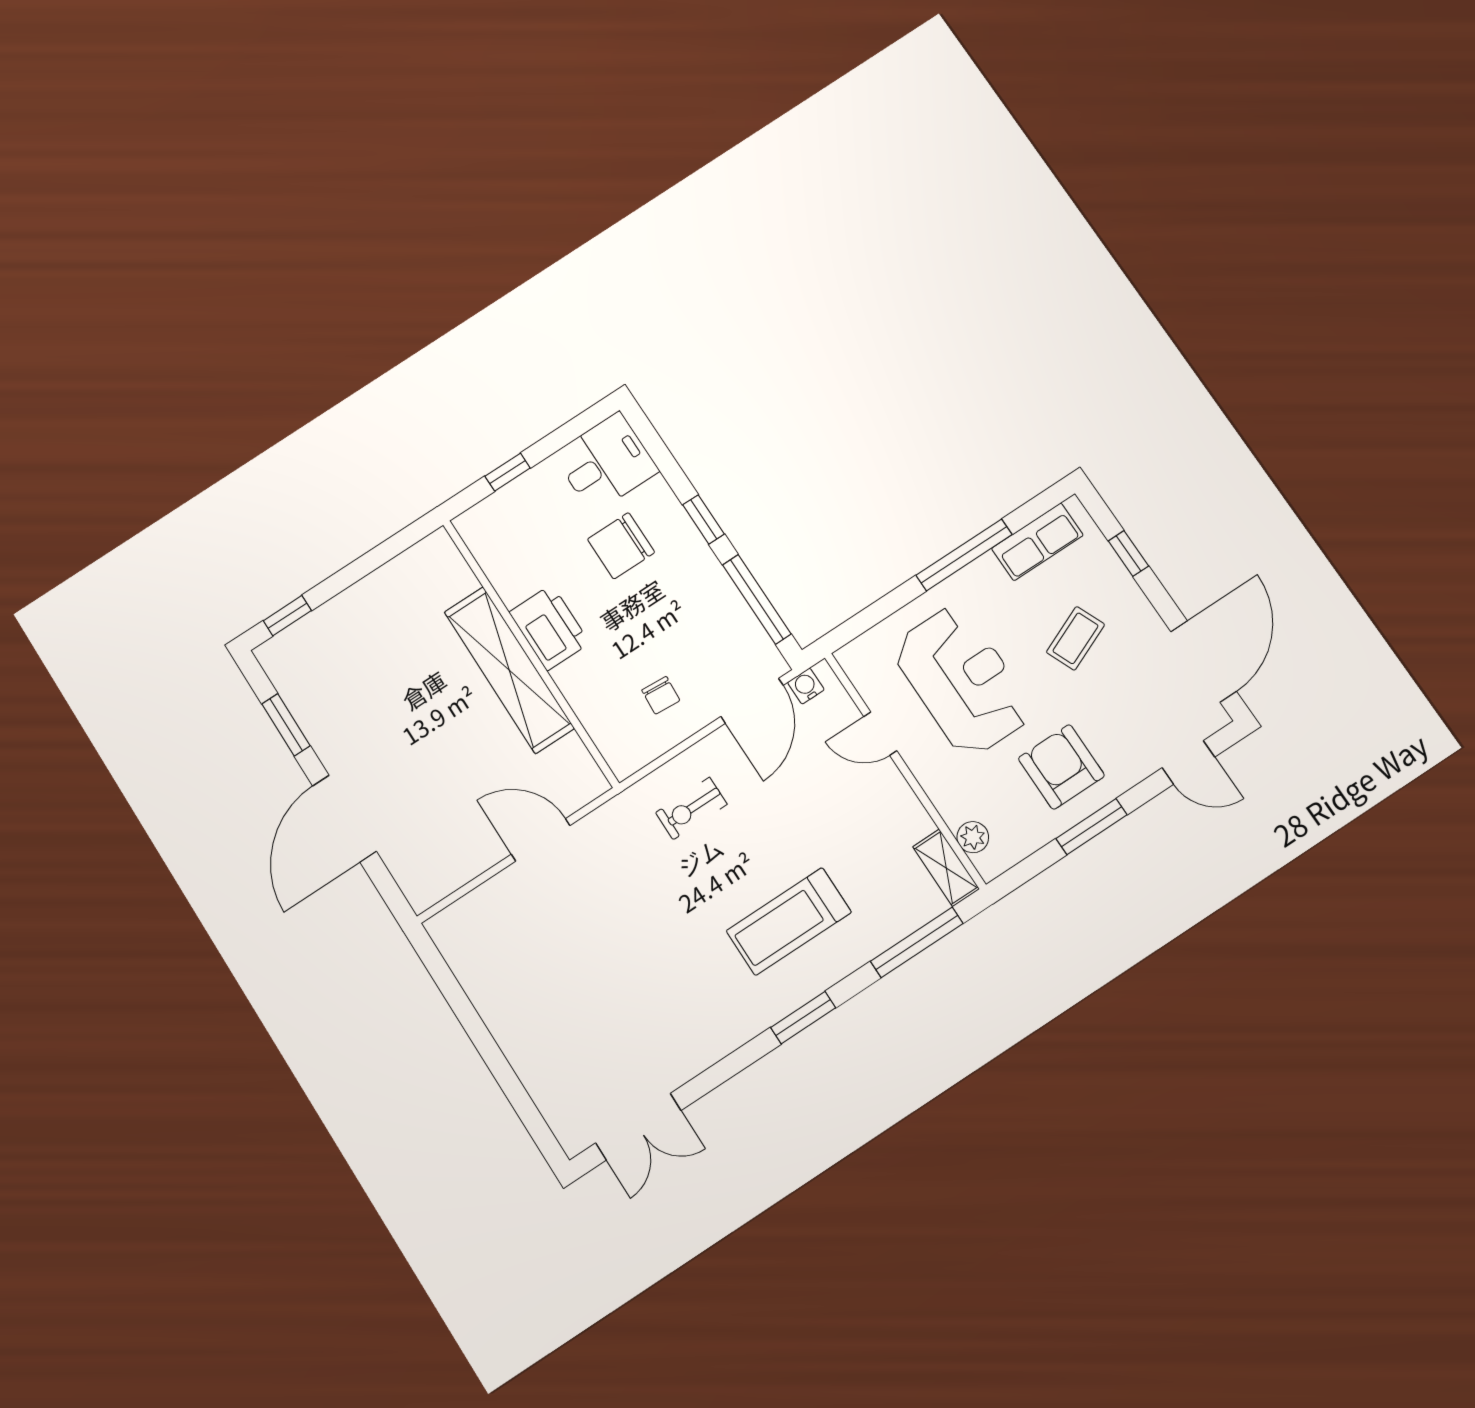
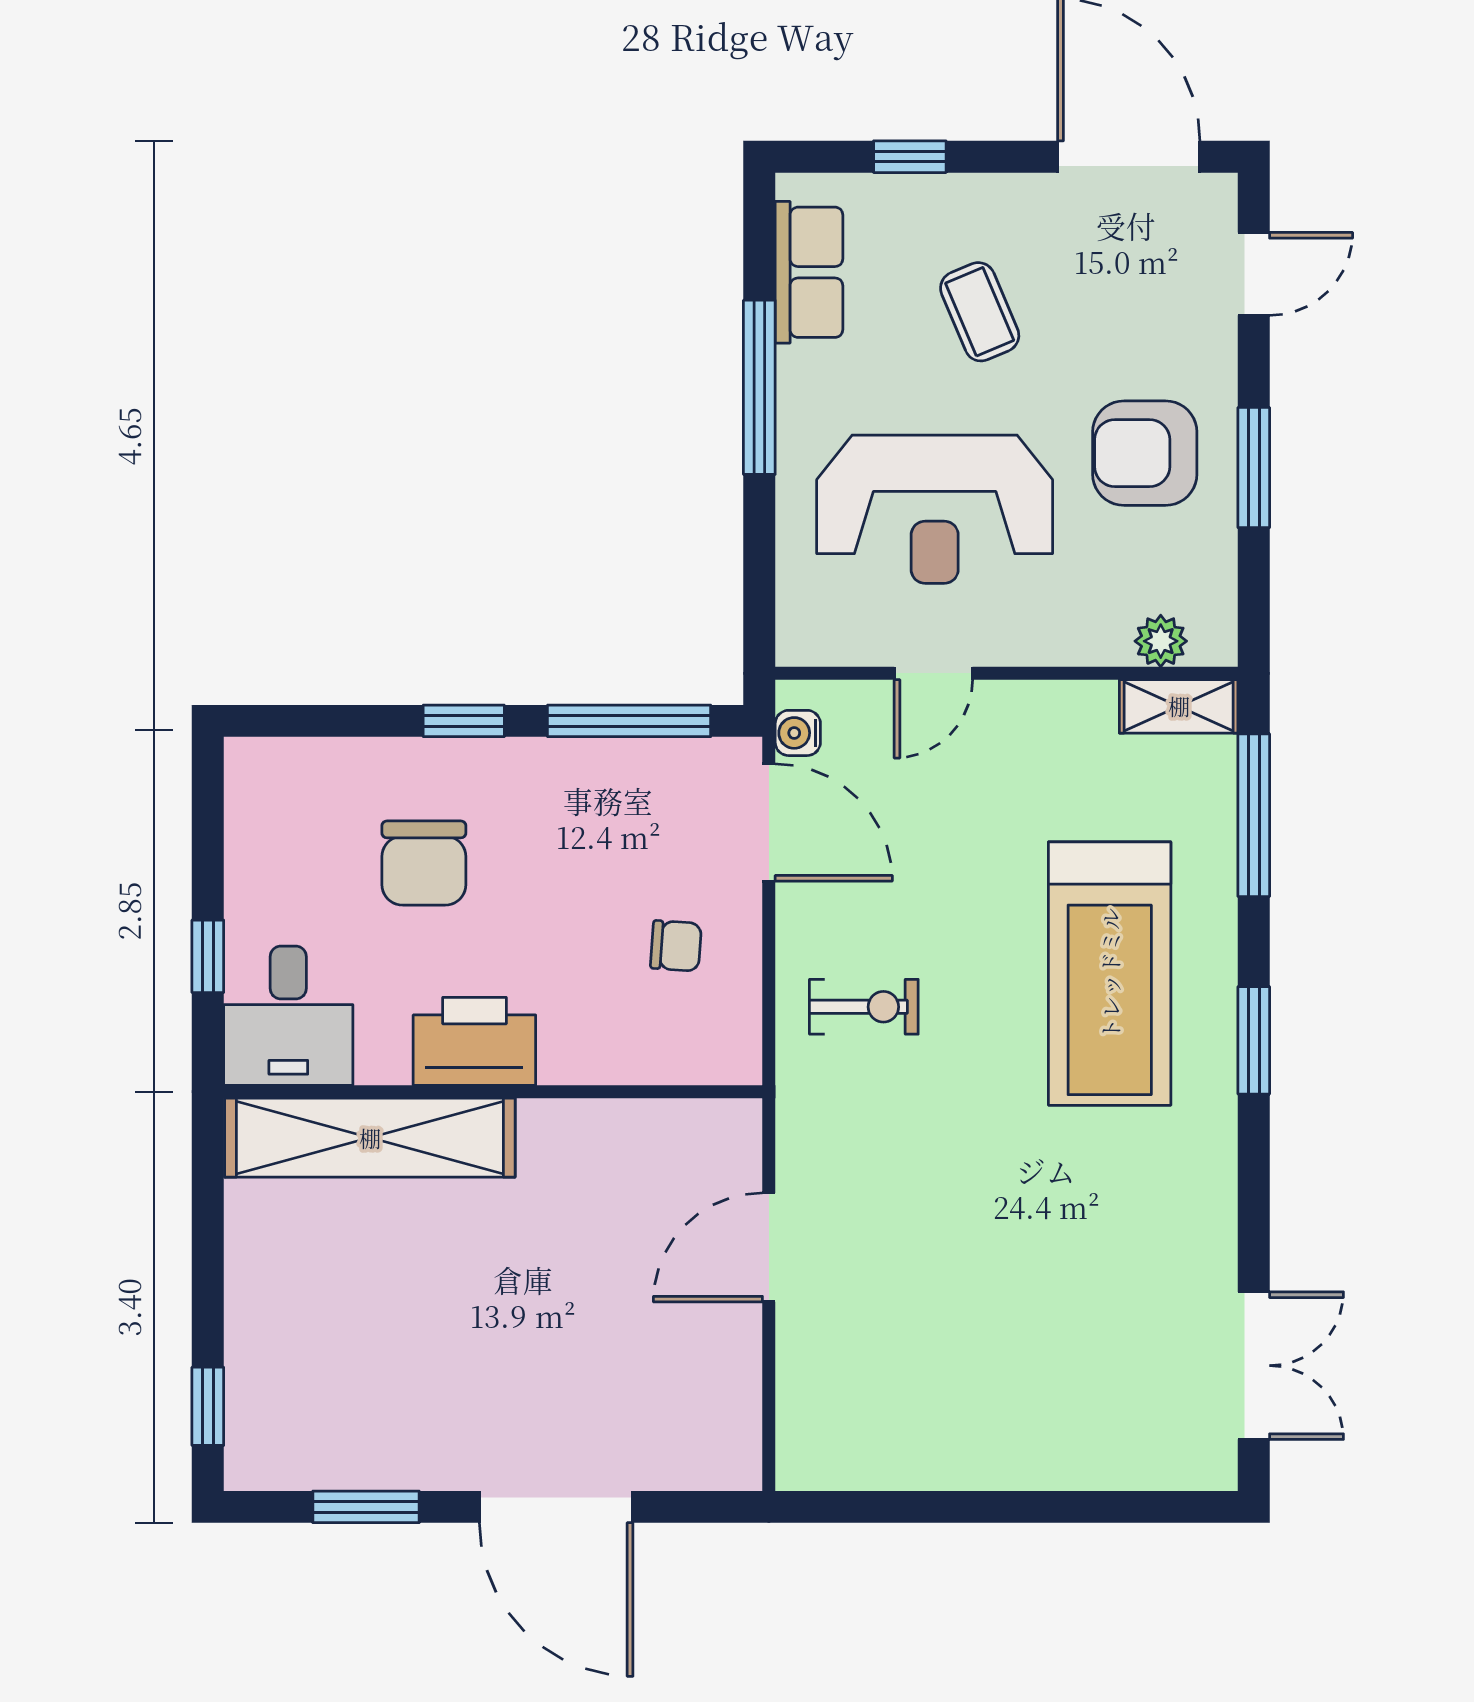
desk: (606, 463) -> (288, 1016), moved, turned 180
shelving: (509, 670) -> (370, 1138), moved
reception desk: (962, 681) -> (935, 509), turned 180
exercise bike: (691, 808) -> (864, 1007), turned -90
treadmill: (789, 922) -> (1110, 974), width x1.37, depth x1.38

